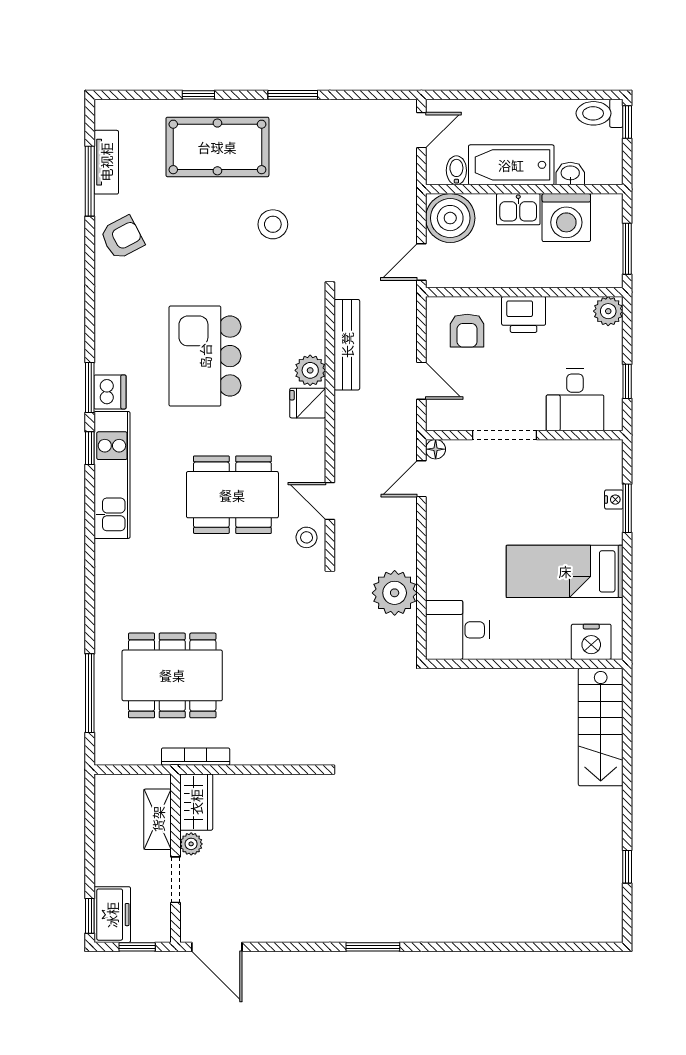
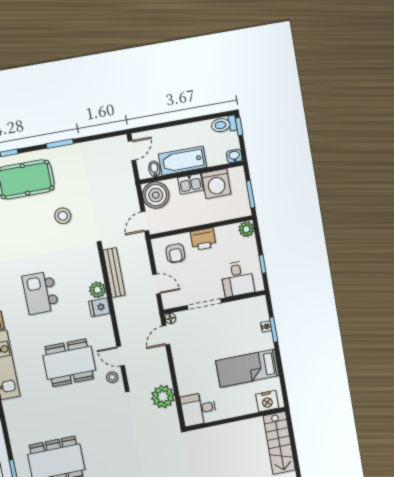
washbasin: (570, 174) -> (234, 156), moved
kitchen island: (205, 356) -> (40, 293), width x0.73, depth x0.78

